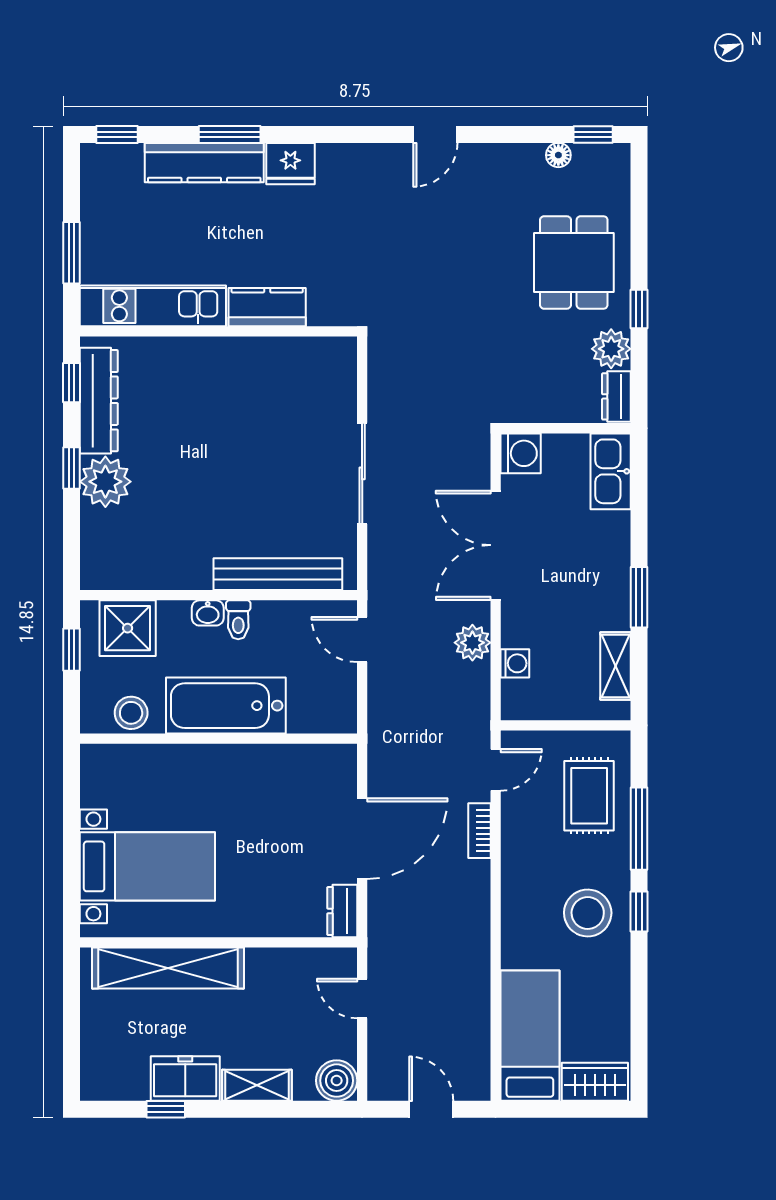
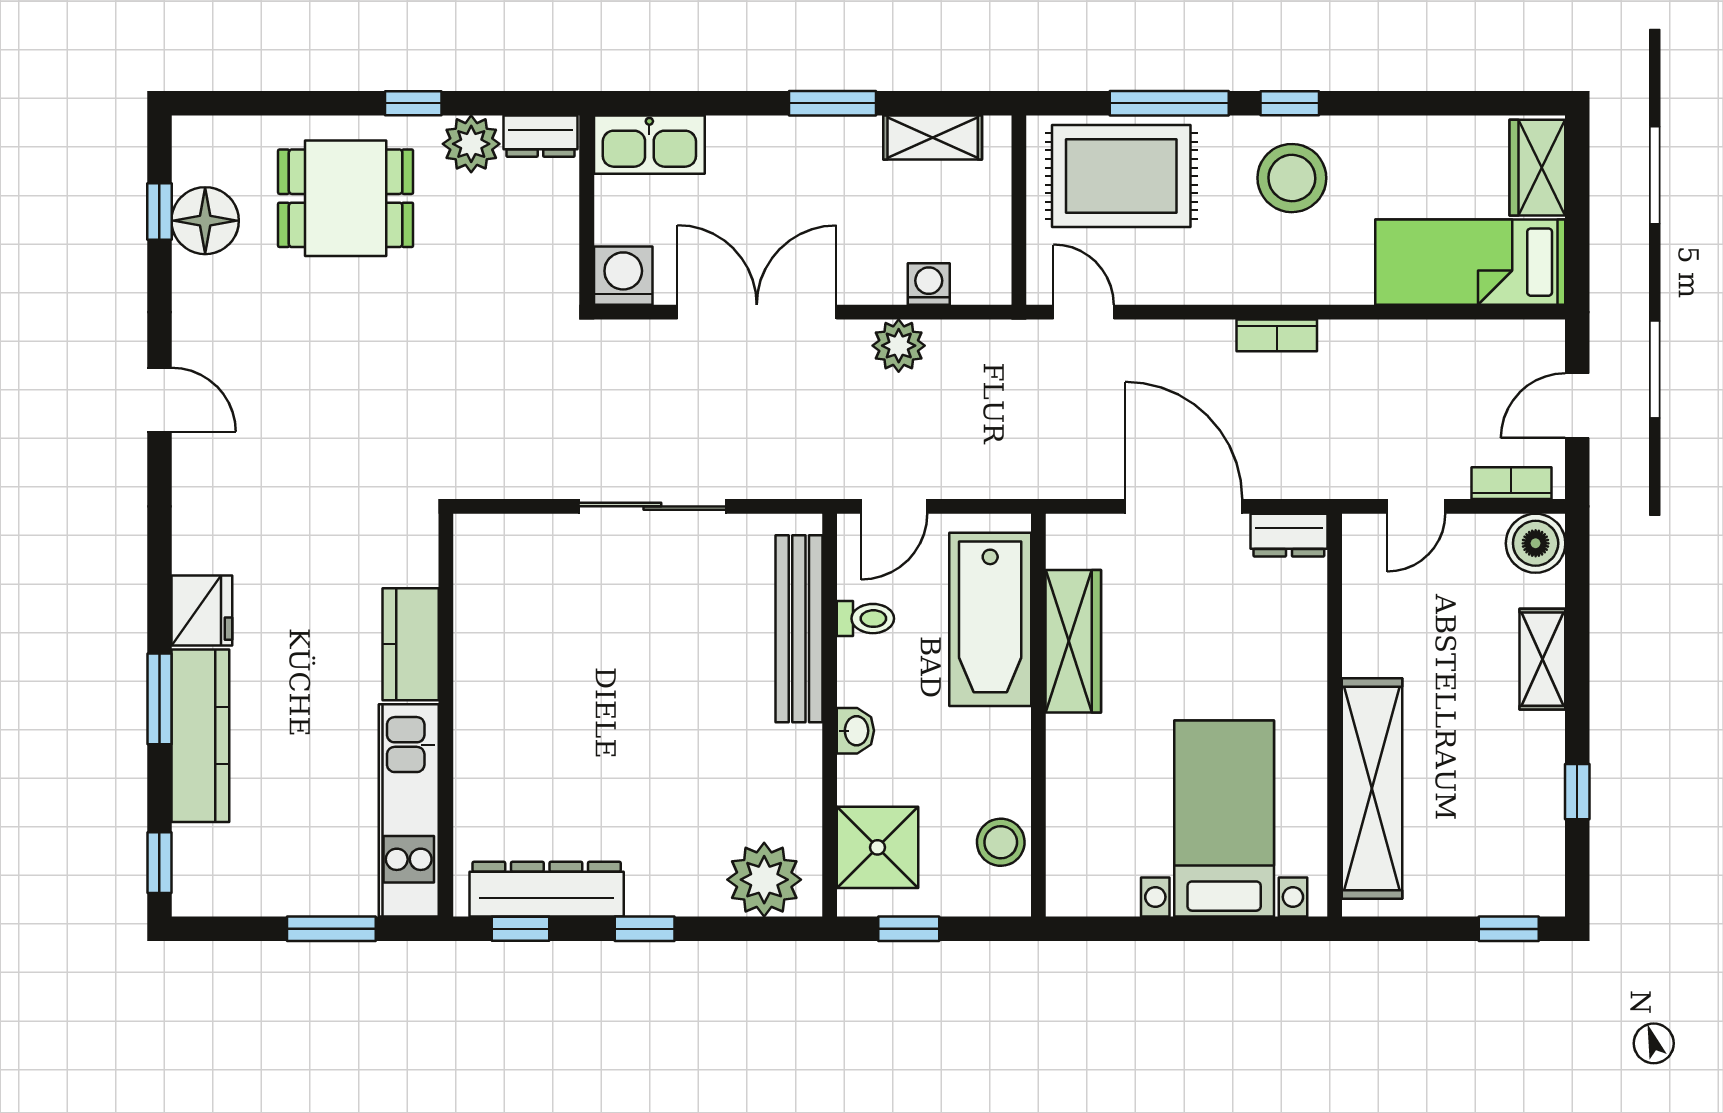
window: (593, 134) -> (159, 211), moved
floor lamp: (558, 155) -> (205, 221), width x1.89, depth x1.89
plant: (105, 482) -> (764, 880), moved
double door: (496, 545) -> (757, 312), swing flipped
toilet: (238, 620) -> (865, 619), moved
bathtub: (226, 706) -> (990, 619), moved
wardrobe: (269, 763) -> (1073, 641), added
rug: (589, 796) -> (1121, 176), width x1.36, depth x1.43
bookcase: (479, 831) -> (1277, 335), moved
window: (72, 1062) -> (1509, 929), added
bookcase: (378, 1064) -> (1511, 483), added
freezer: (185, 1079) -> (1533, 764), removed

